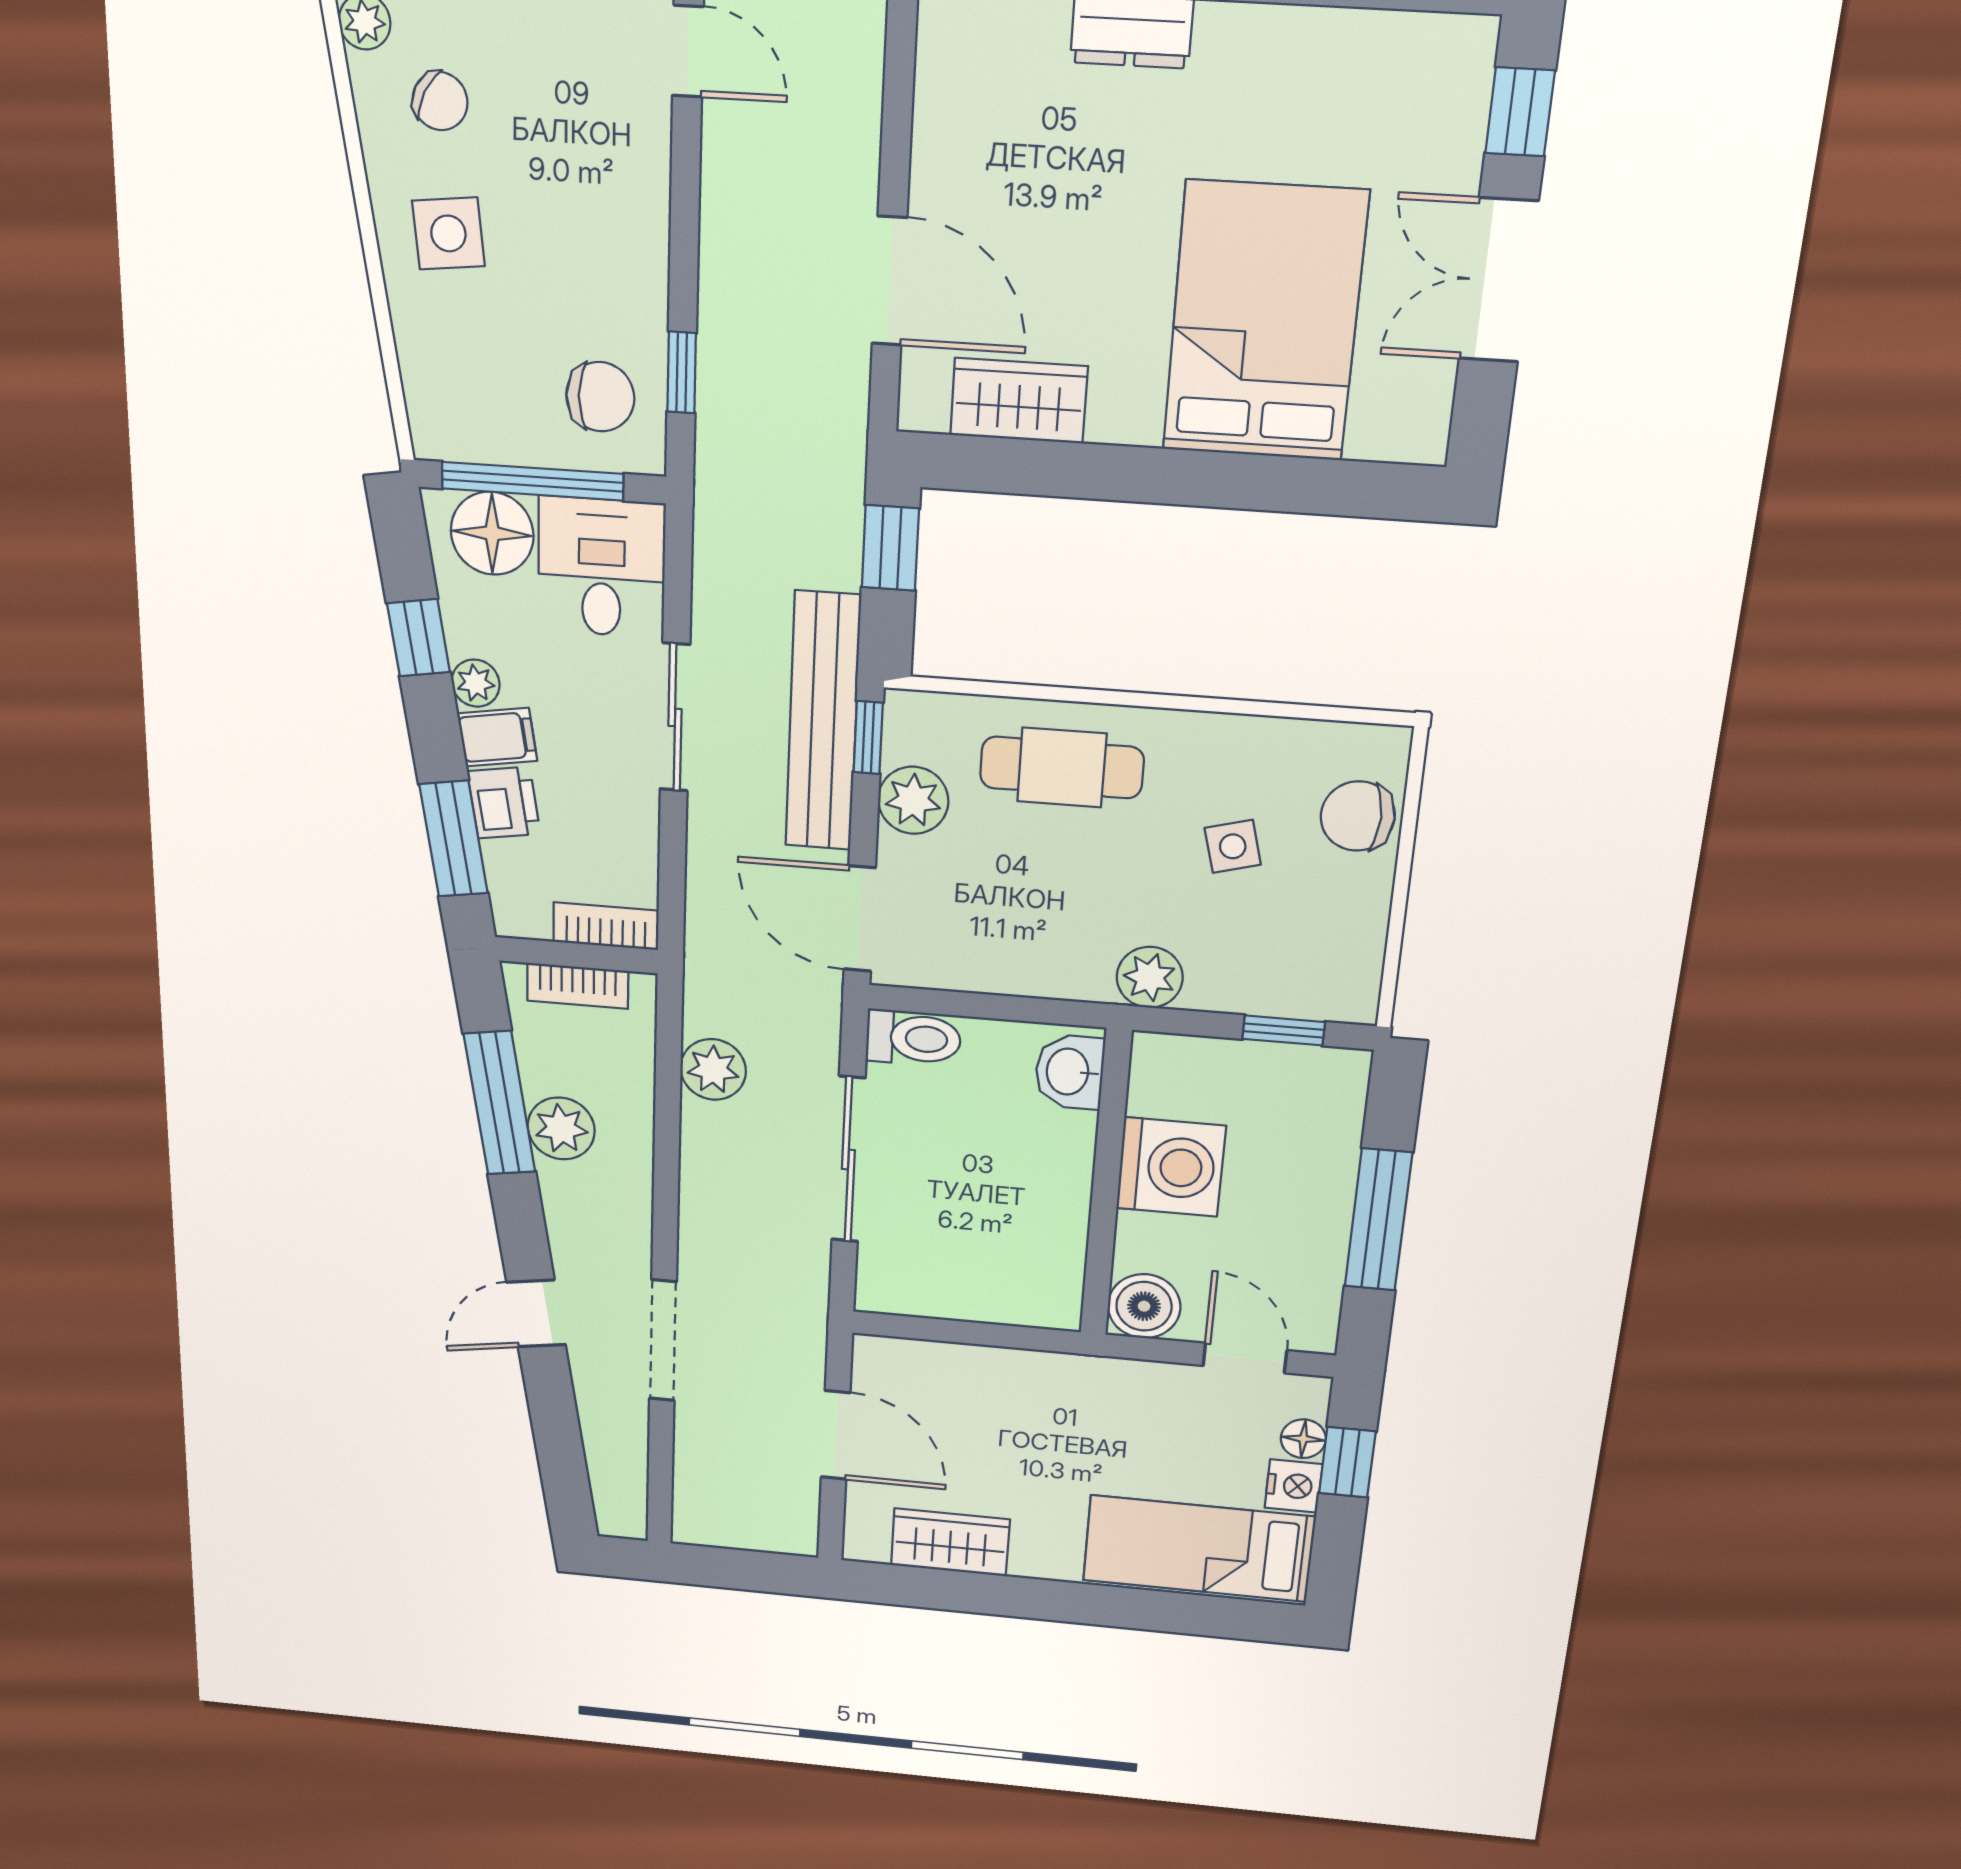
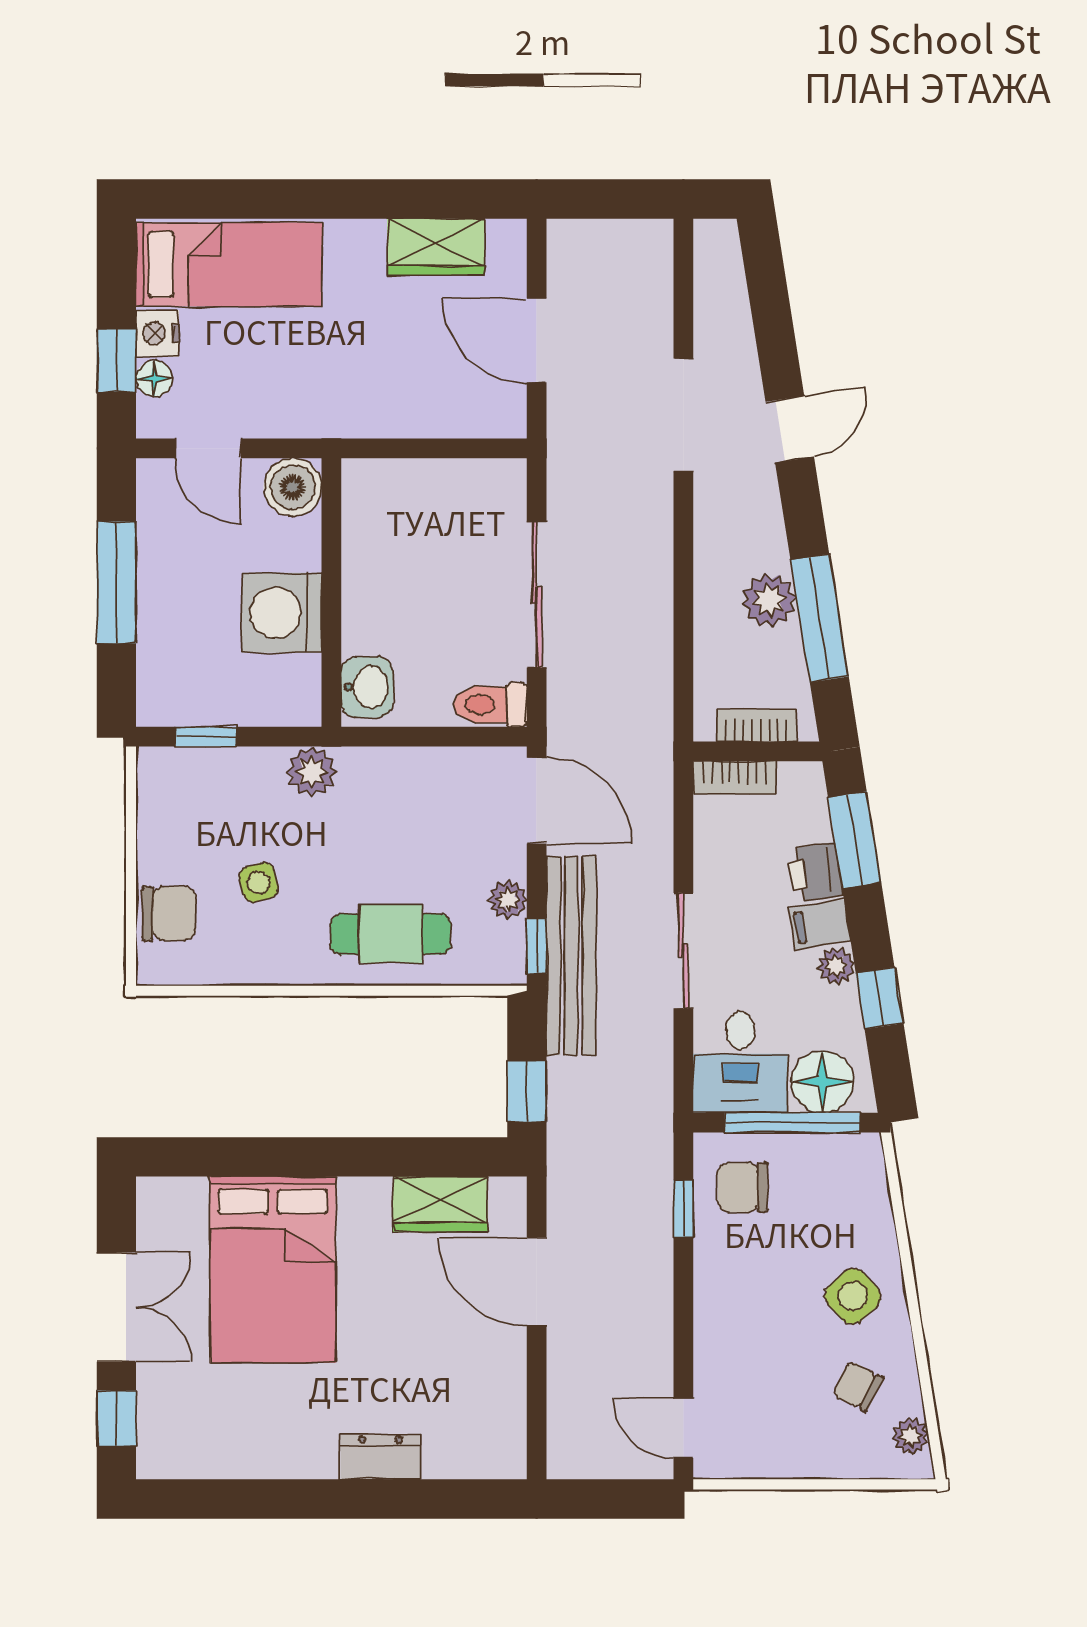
side table: (448, 233) -> (853, 1296), turned -36
plant: (913, 800) -> (508, 899), width x0.73, depth x0.73
plant: (713, 1069) -> (647, 663), removed

